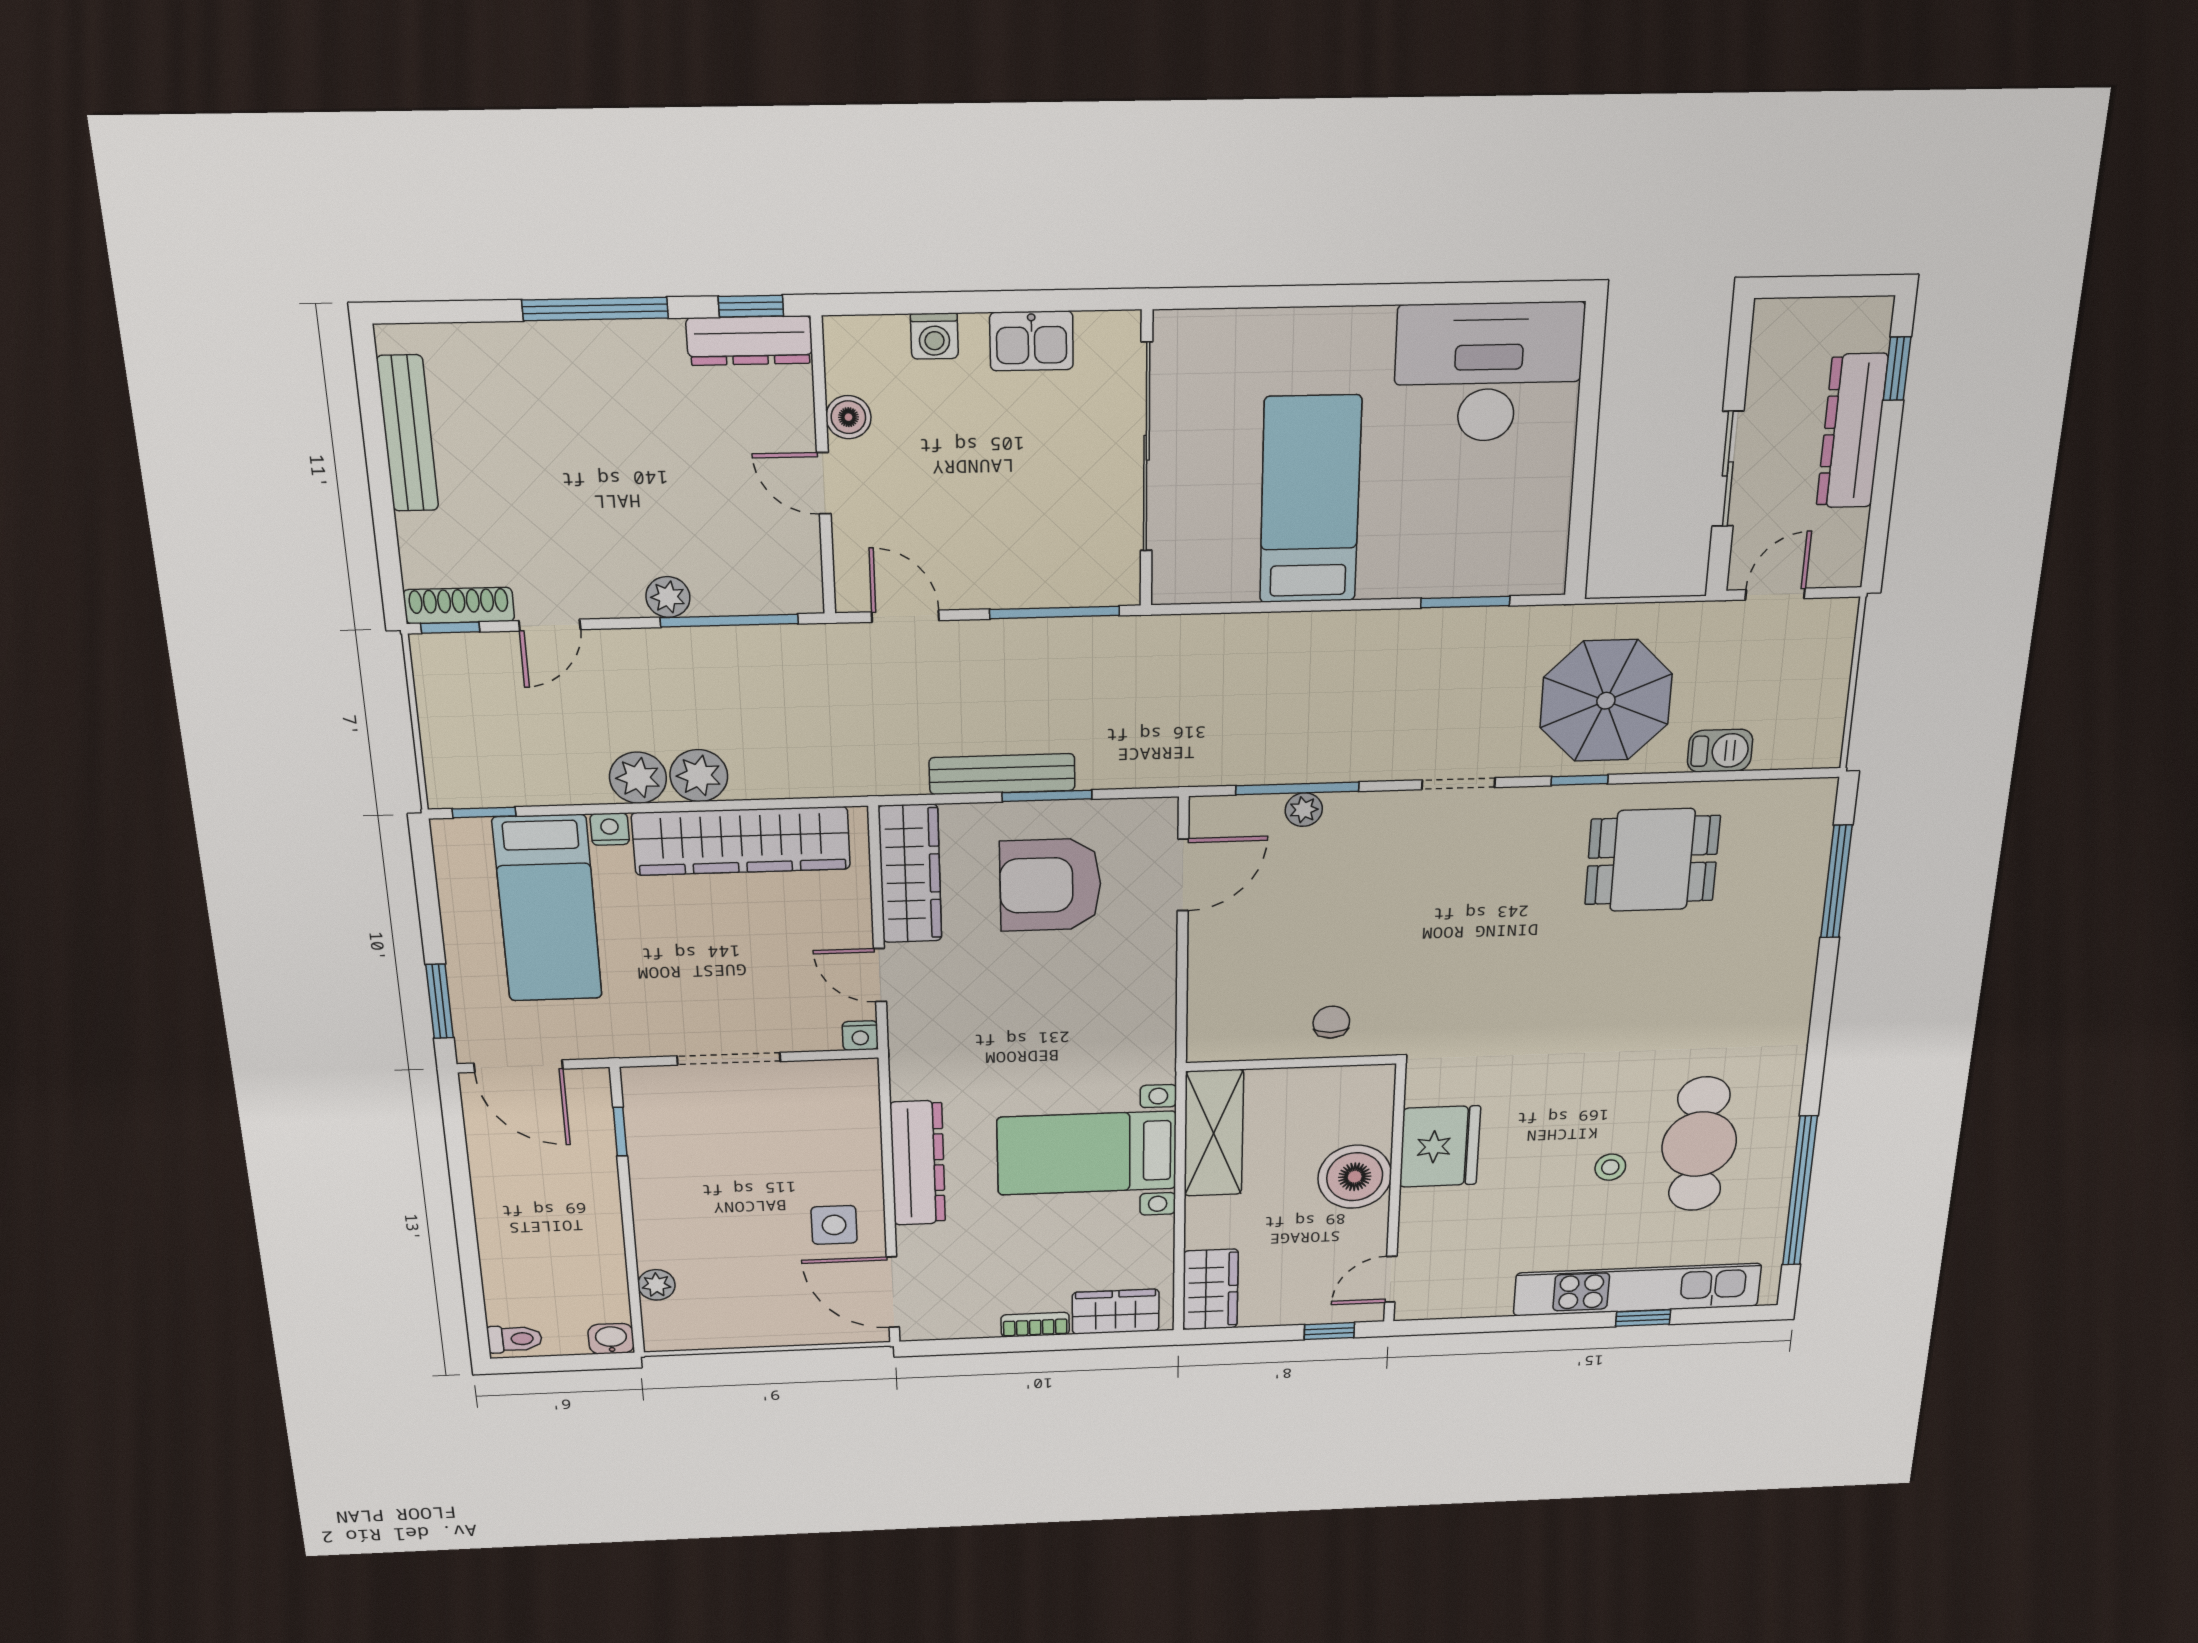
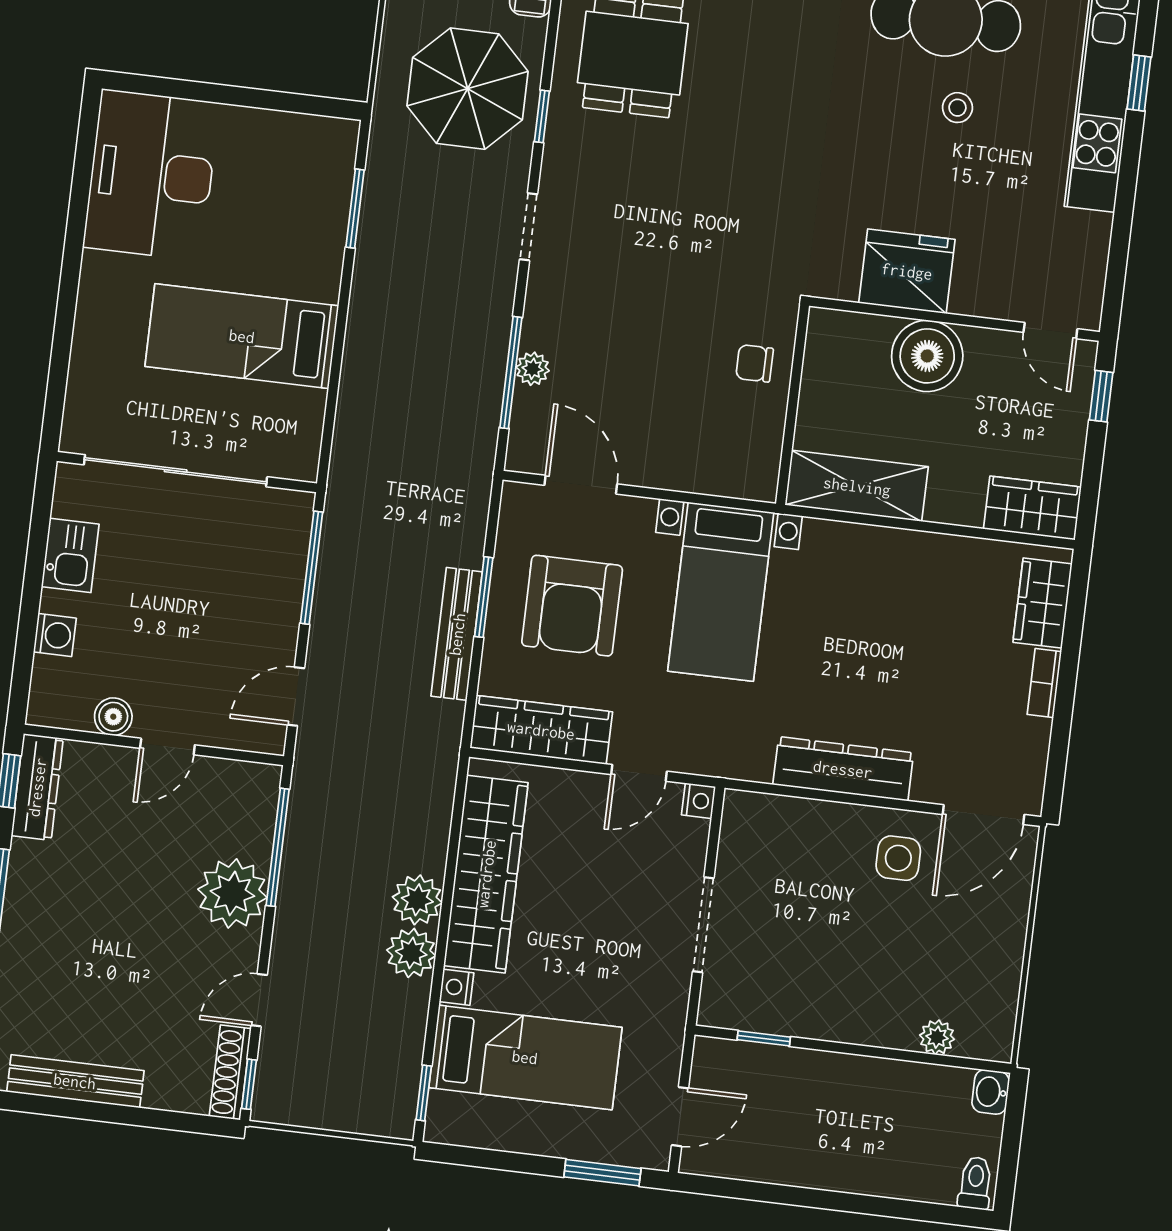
plant: (668, 597) -> (232, 893), width x1.87, depth x1.87
door: (550, 625) -> (259, 1000), swing flipped
door: (518, 1066) -> (680, 1117), width x0.73
bed with nightstands: (1087, 1153) -> (721, 592), moved

